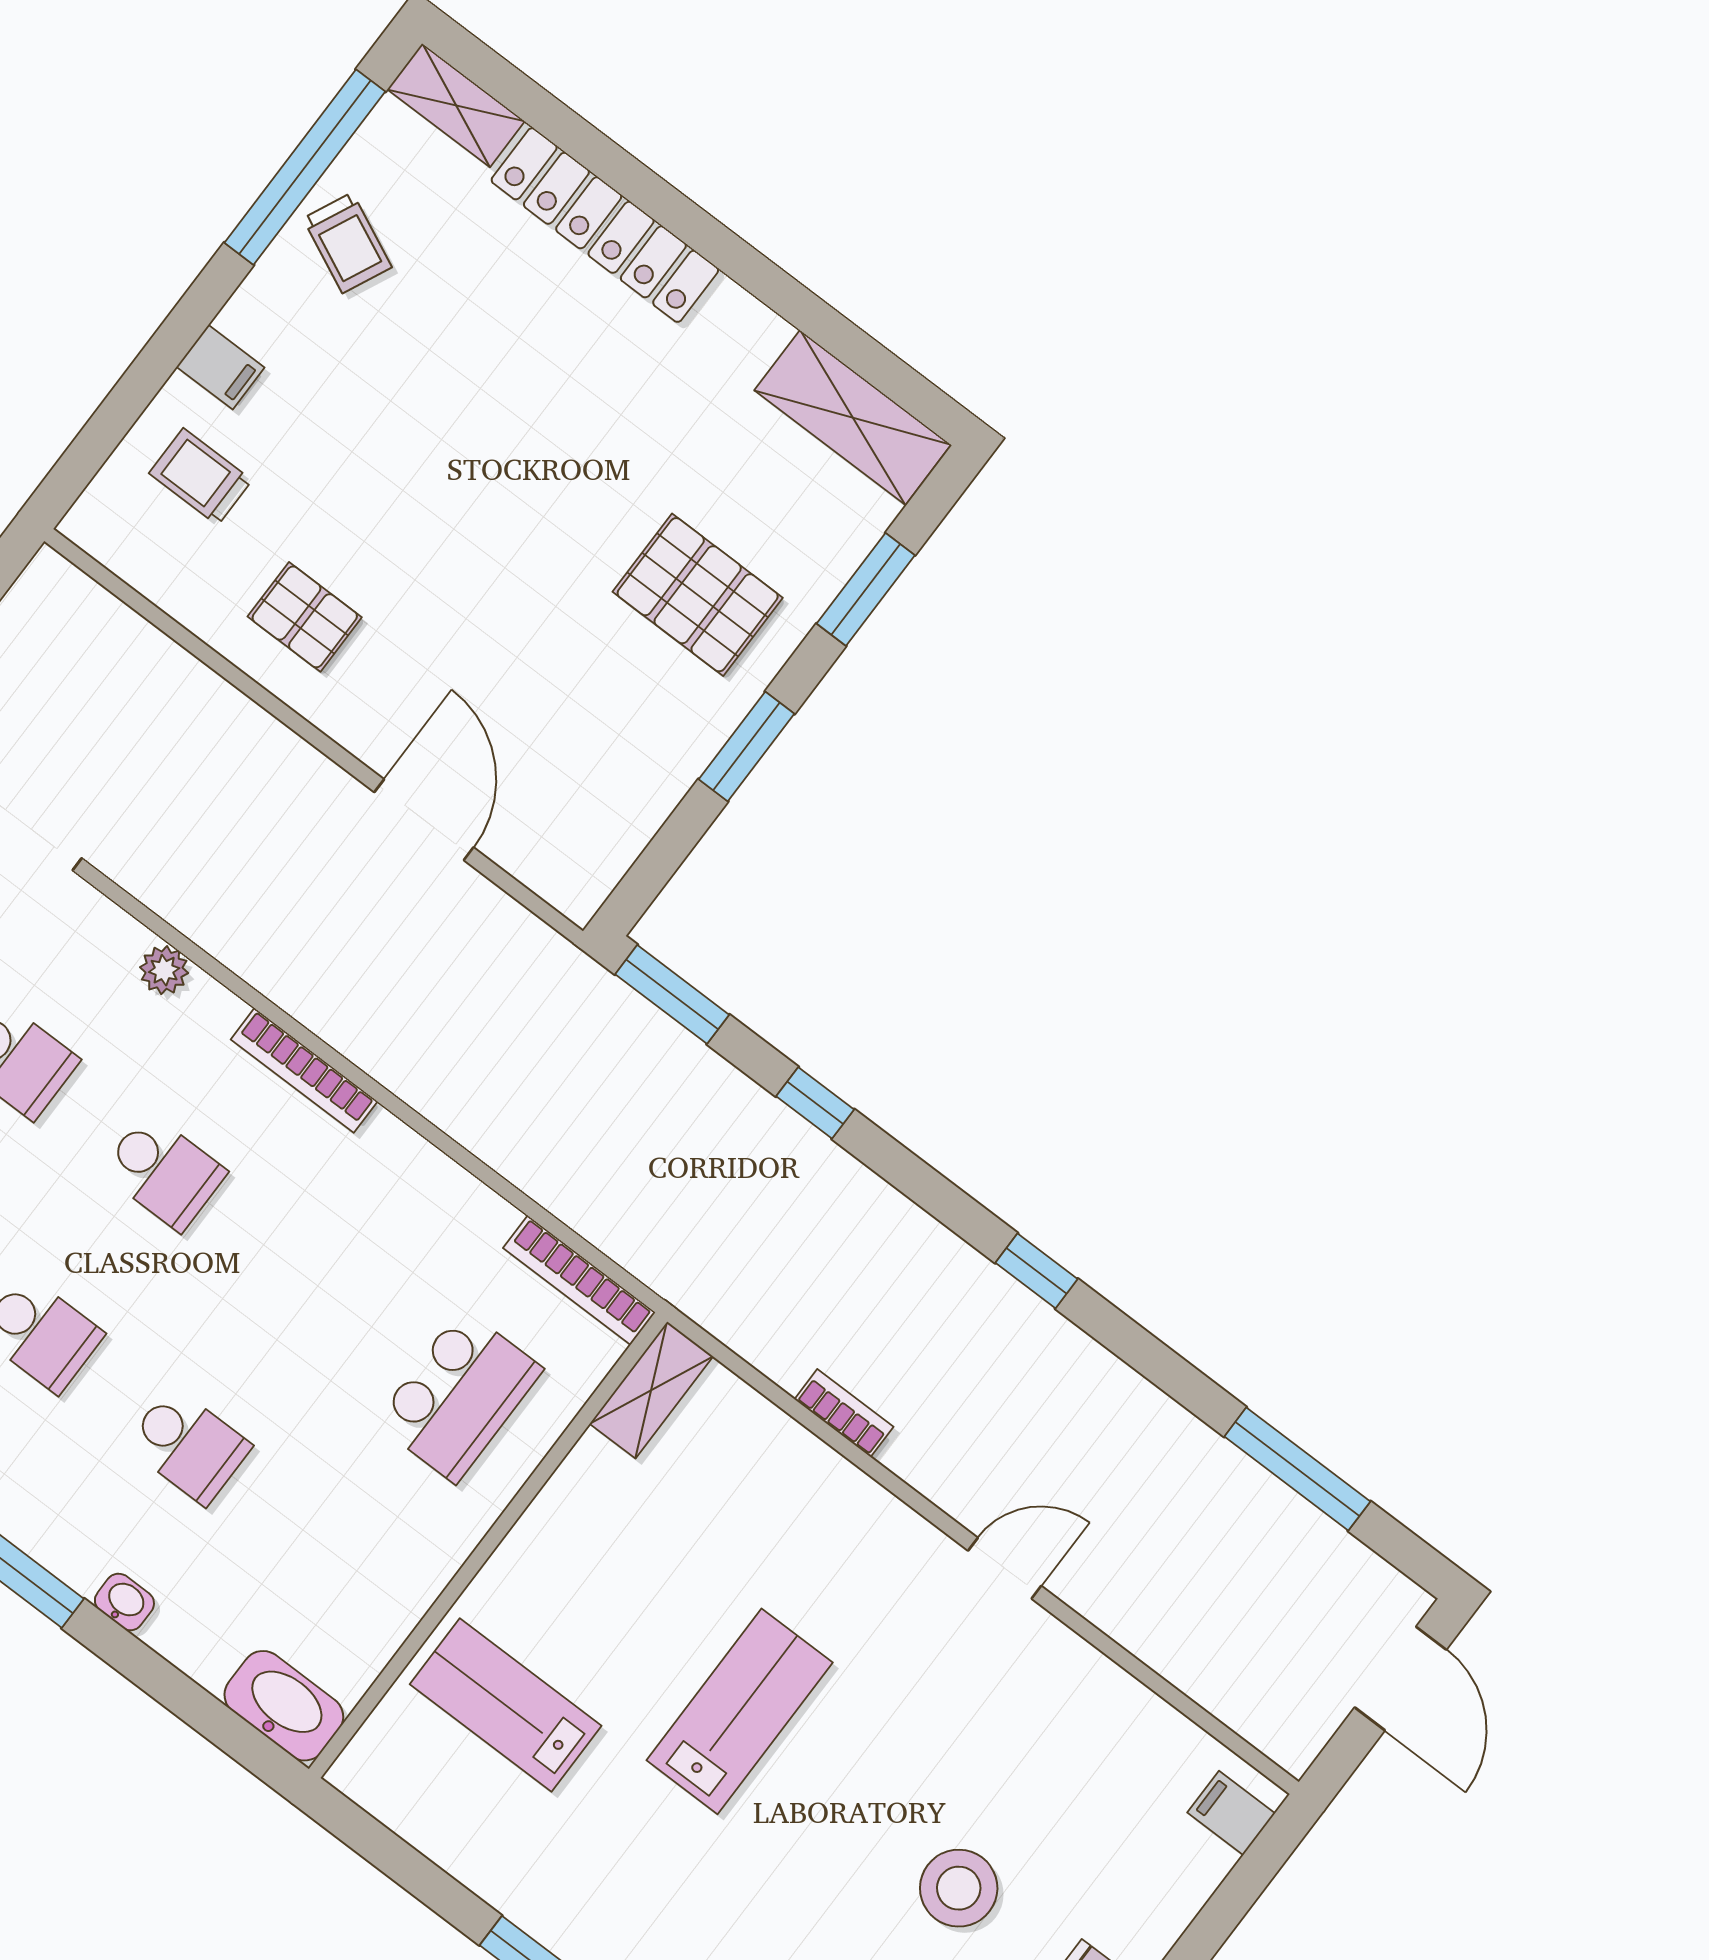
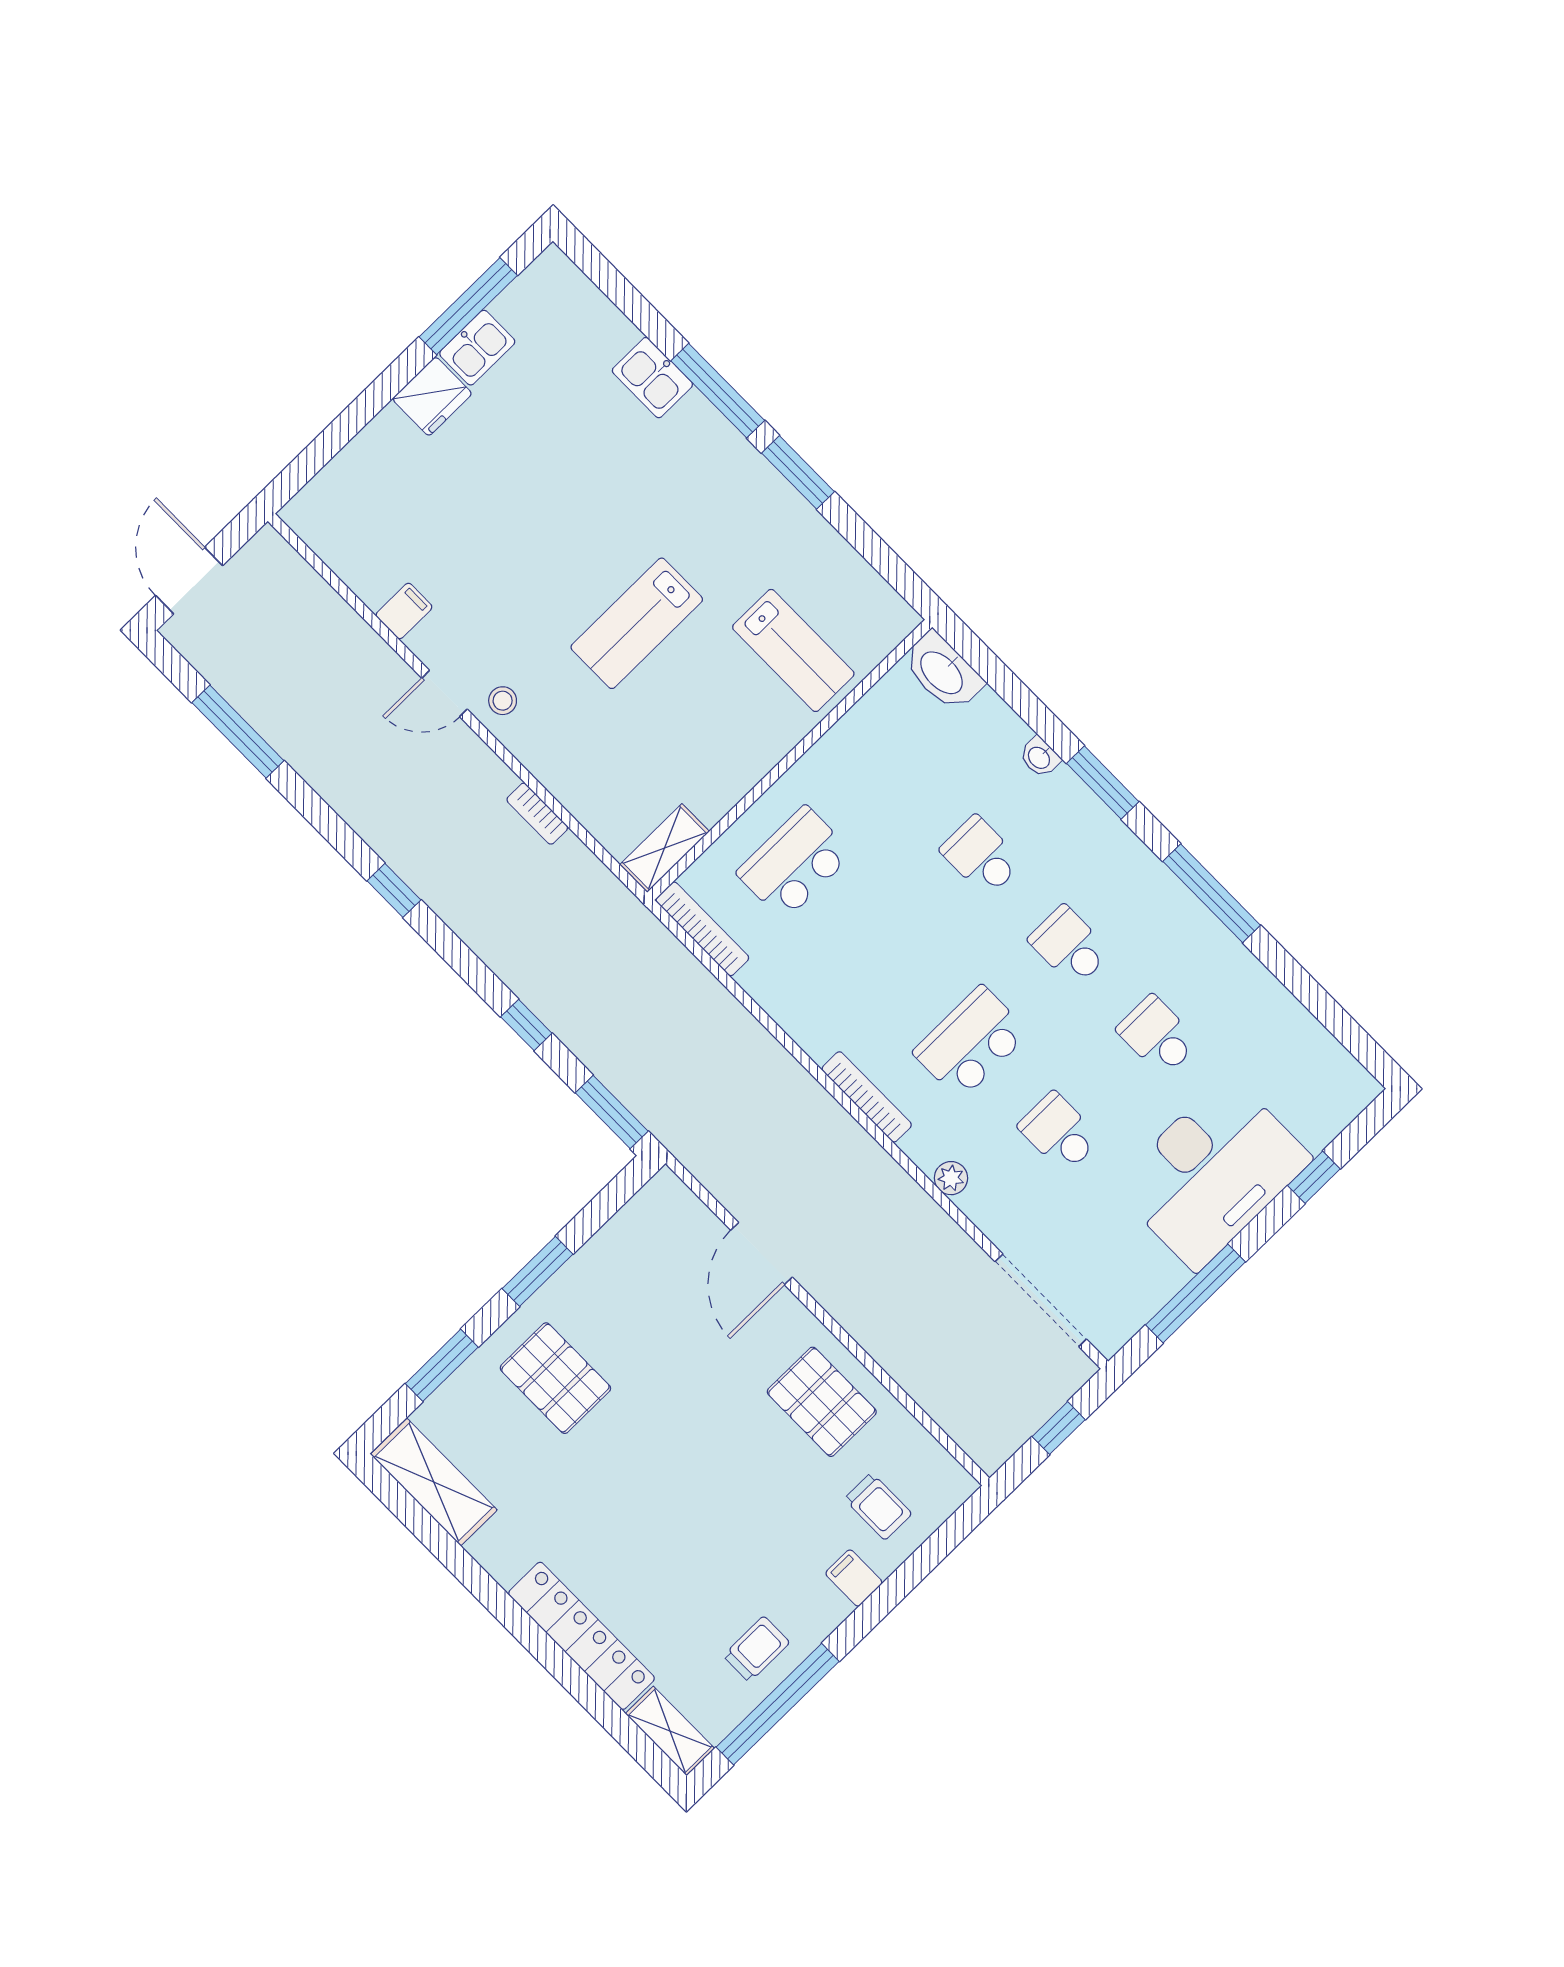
trolley: (347, 243) -> (756, 1649), turned 65
pallet: (305, 617) -> (822, 1402), width x1.50, depth x1.42
school desk: (164, 1172) -> (971, 1043), width x1.85
filing cabinet: (1231, 1813) -> (404, 611), moved, turned -90
stool: (959, 1888) -> (503, 701), moved, width x0.53, depth x0.53

